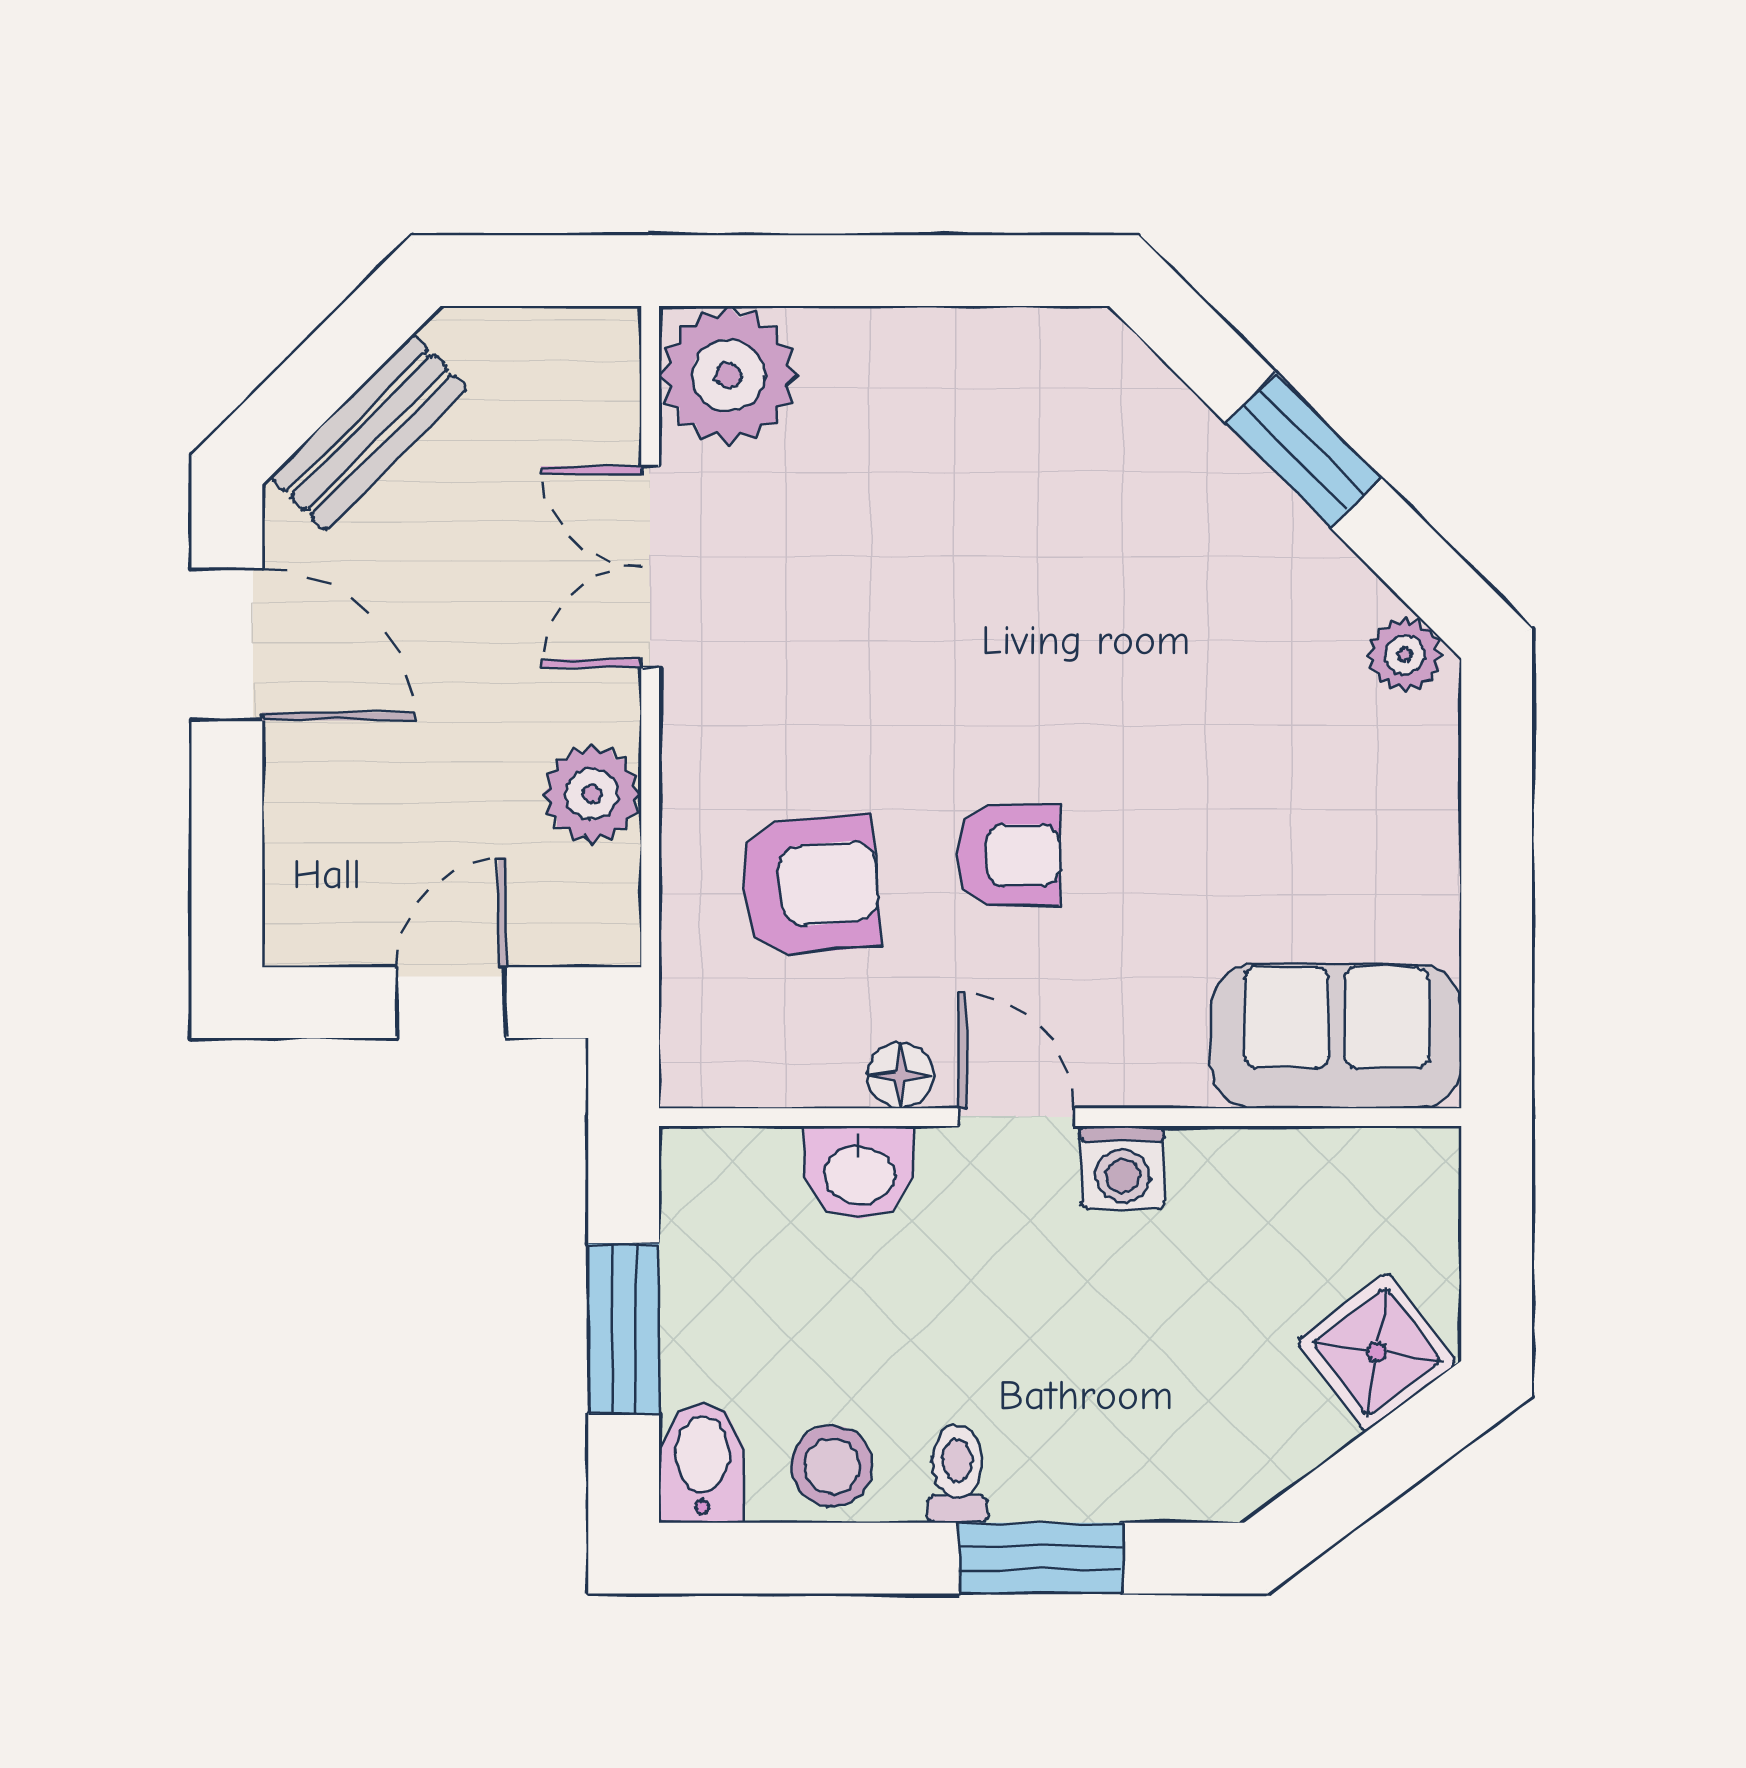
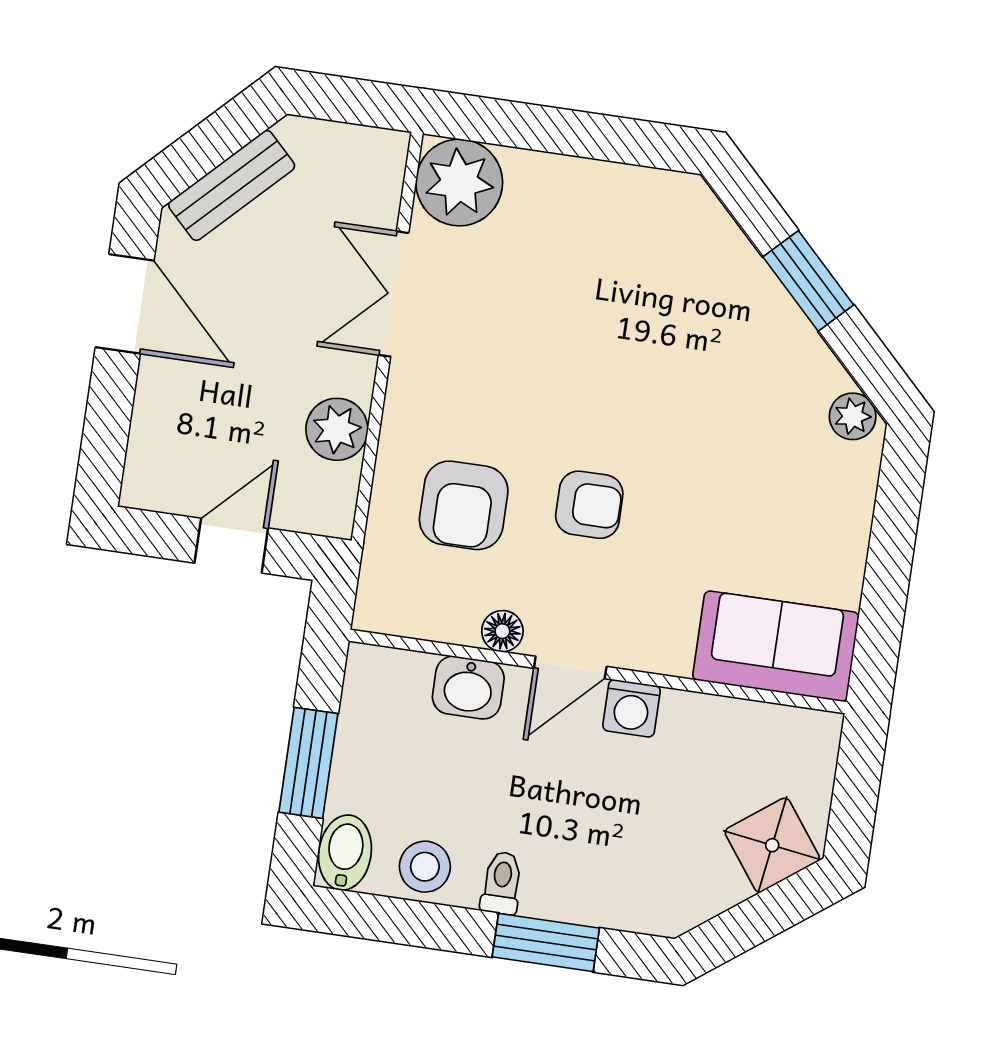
armchair: (810, 885) -> (464, 505), turned 95
door: (1016, 1117) -> (570, 667), swing flipped

